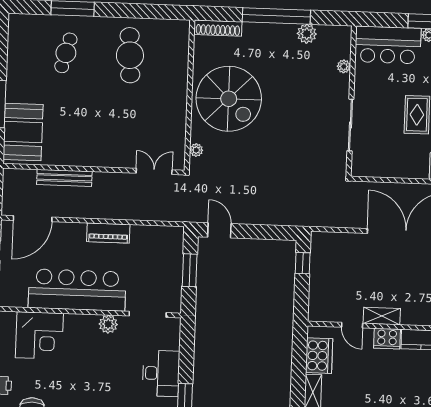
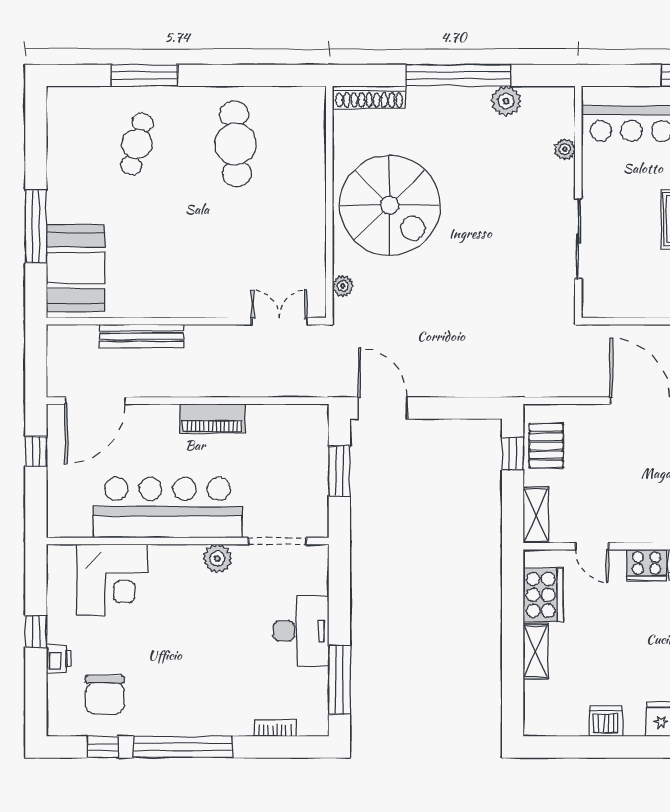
door: (219, 230) -> (383, 408), width x1.38
pallet: (325, 259) -> (546, 446), added
shelving: (382, 316) -> (536, 515), moved, turned 90

